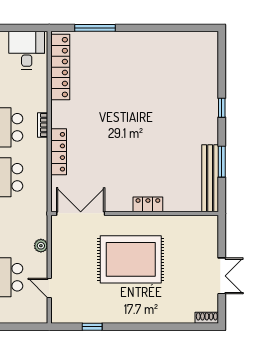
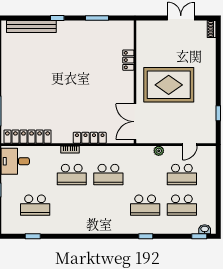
bench: (210, 178) -> (31, 26), moved
locker: (148, 204) -> (128, 60), moved
rug: (131, 259) -> (169, 85), turned 90

